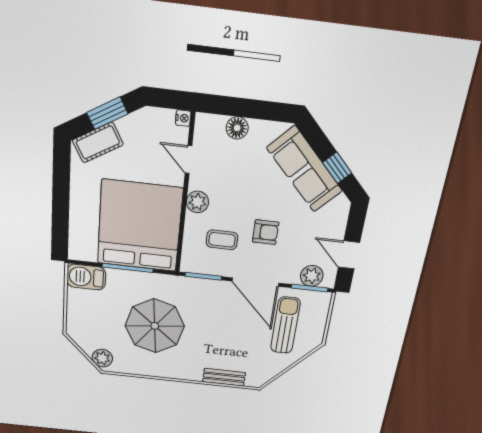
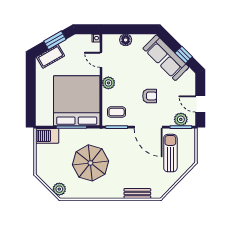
coffee table: (222, 240) -> (117, 112), moved

